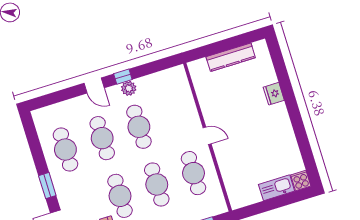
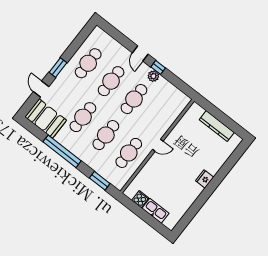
fridge: (274, 94) -> (205, 179), moved
door: (207, 136) -> (158, 145), hinge flipped
cooker: (301, 180) -> (140, 199), moved

